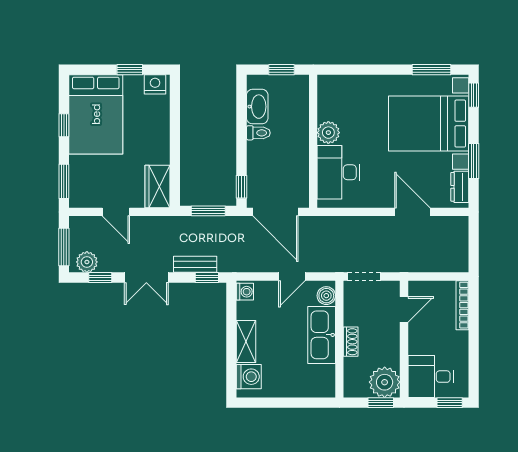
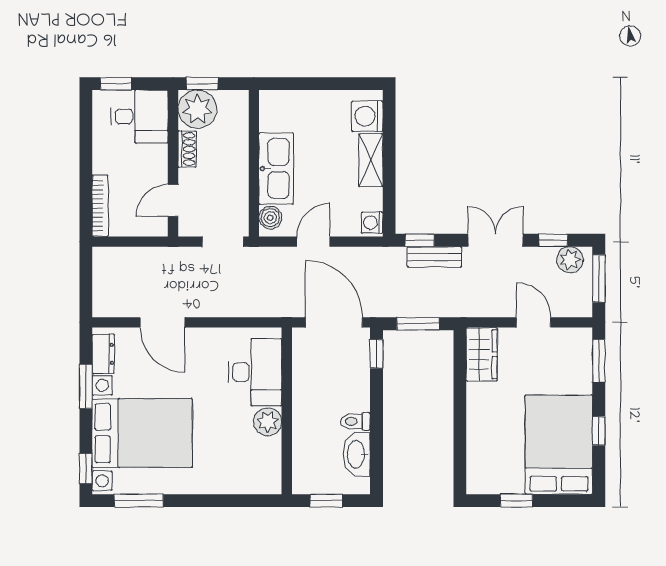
nightstand: (155, 84) -> (485, 482), removed
shoe rack: (351, 342) -> (187, 149), moved, turned 180

